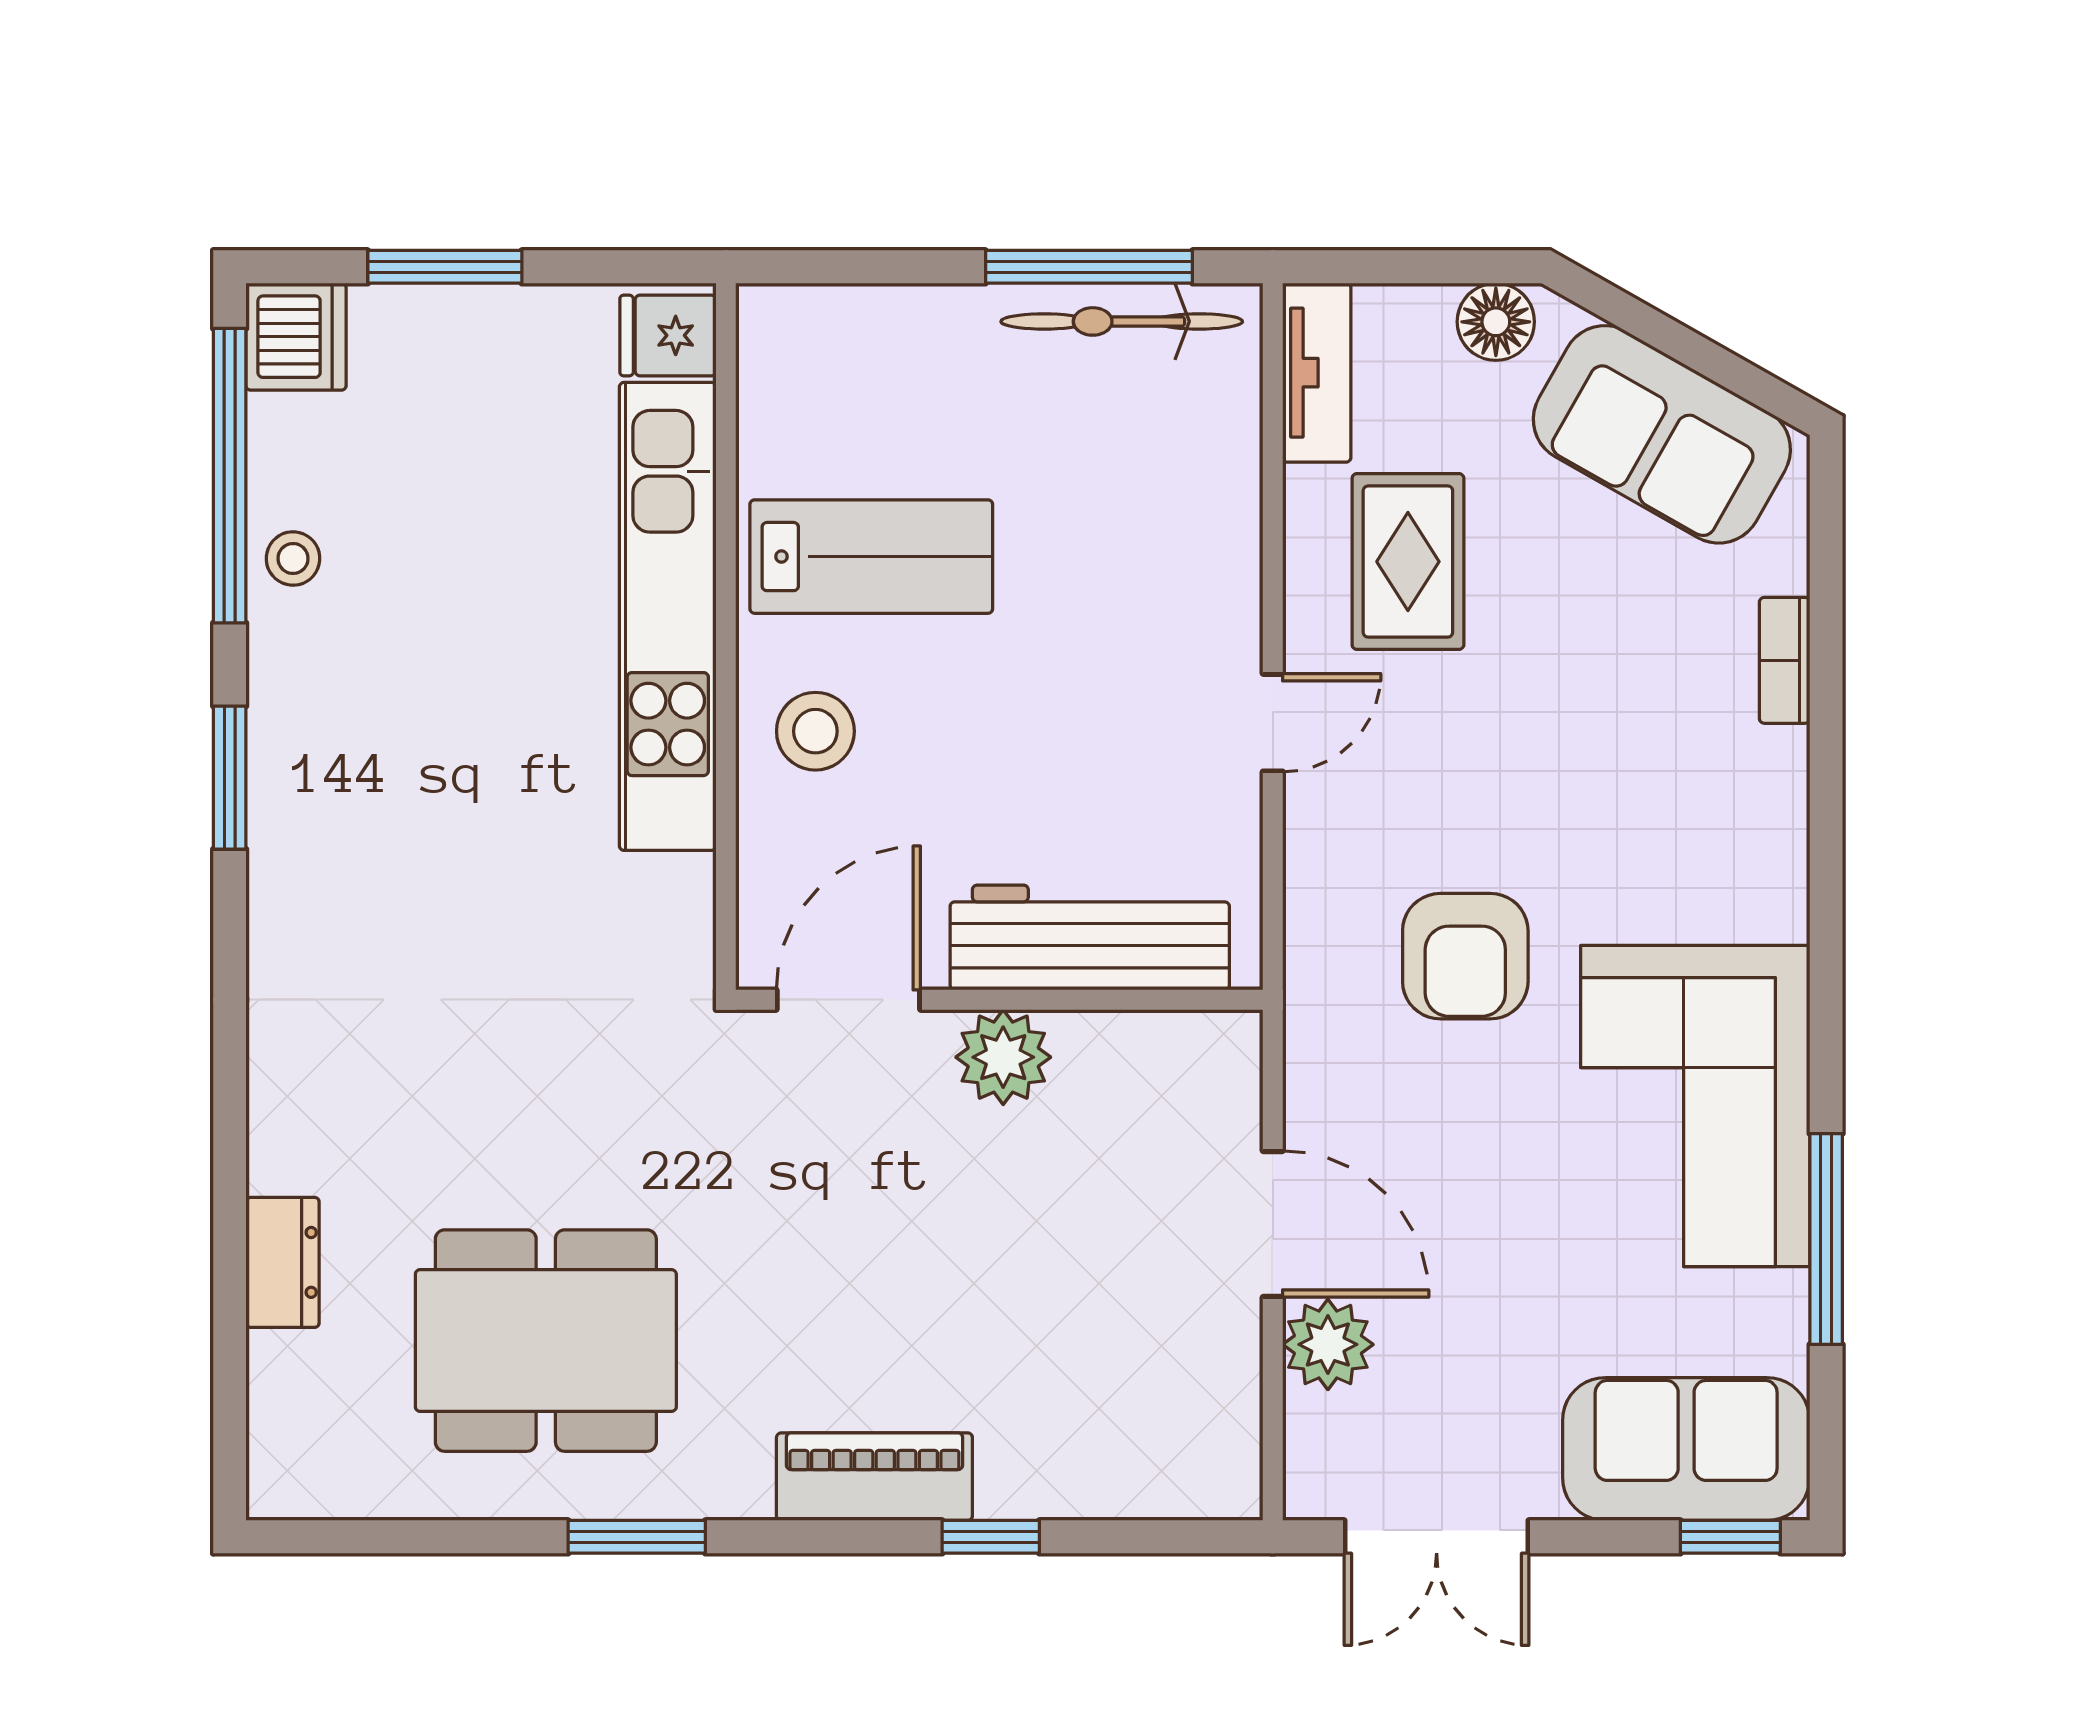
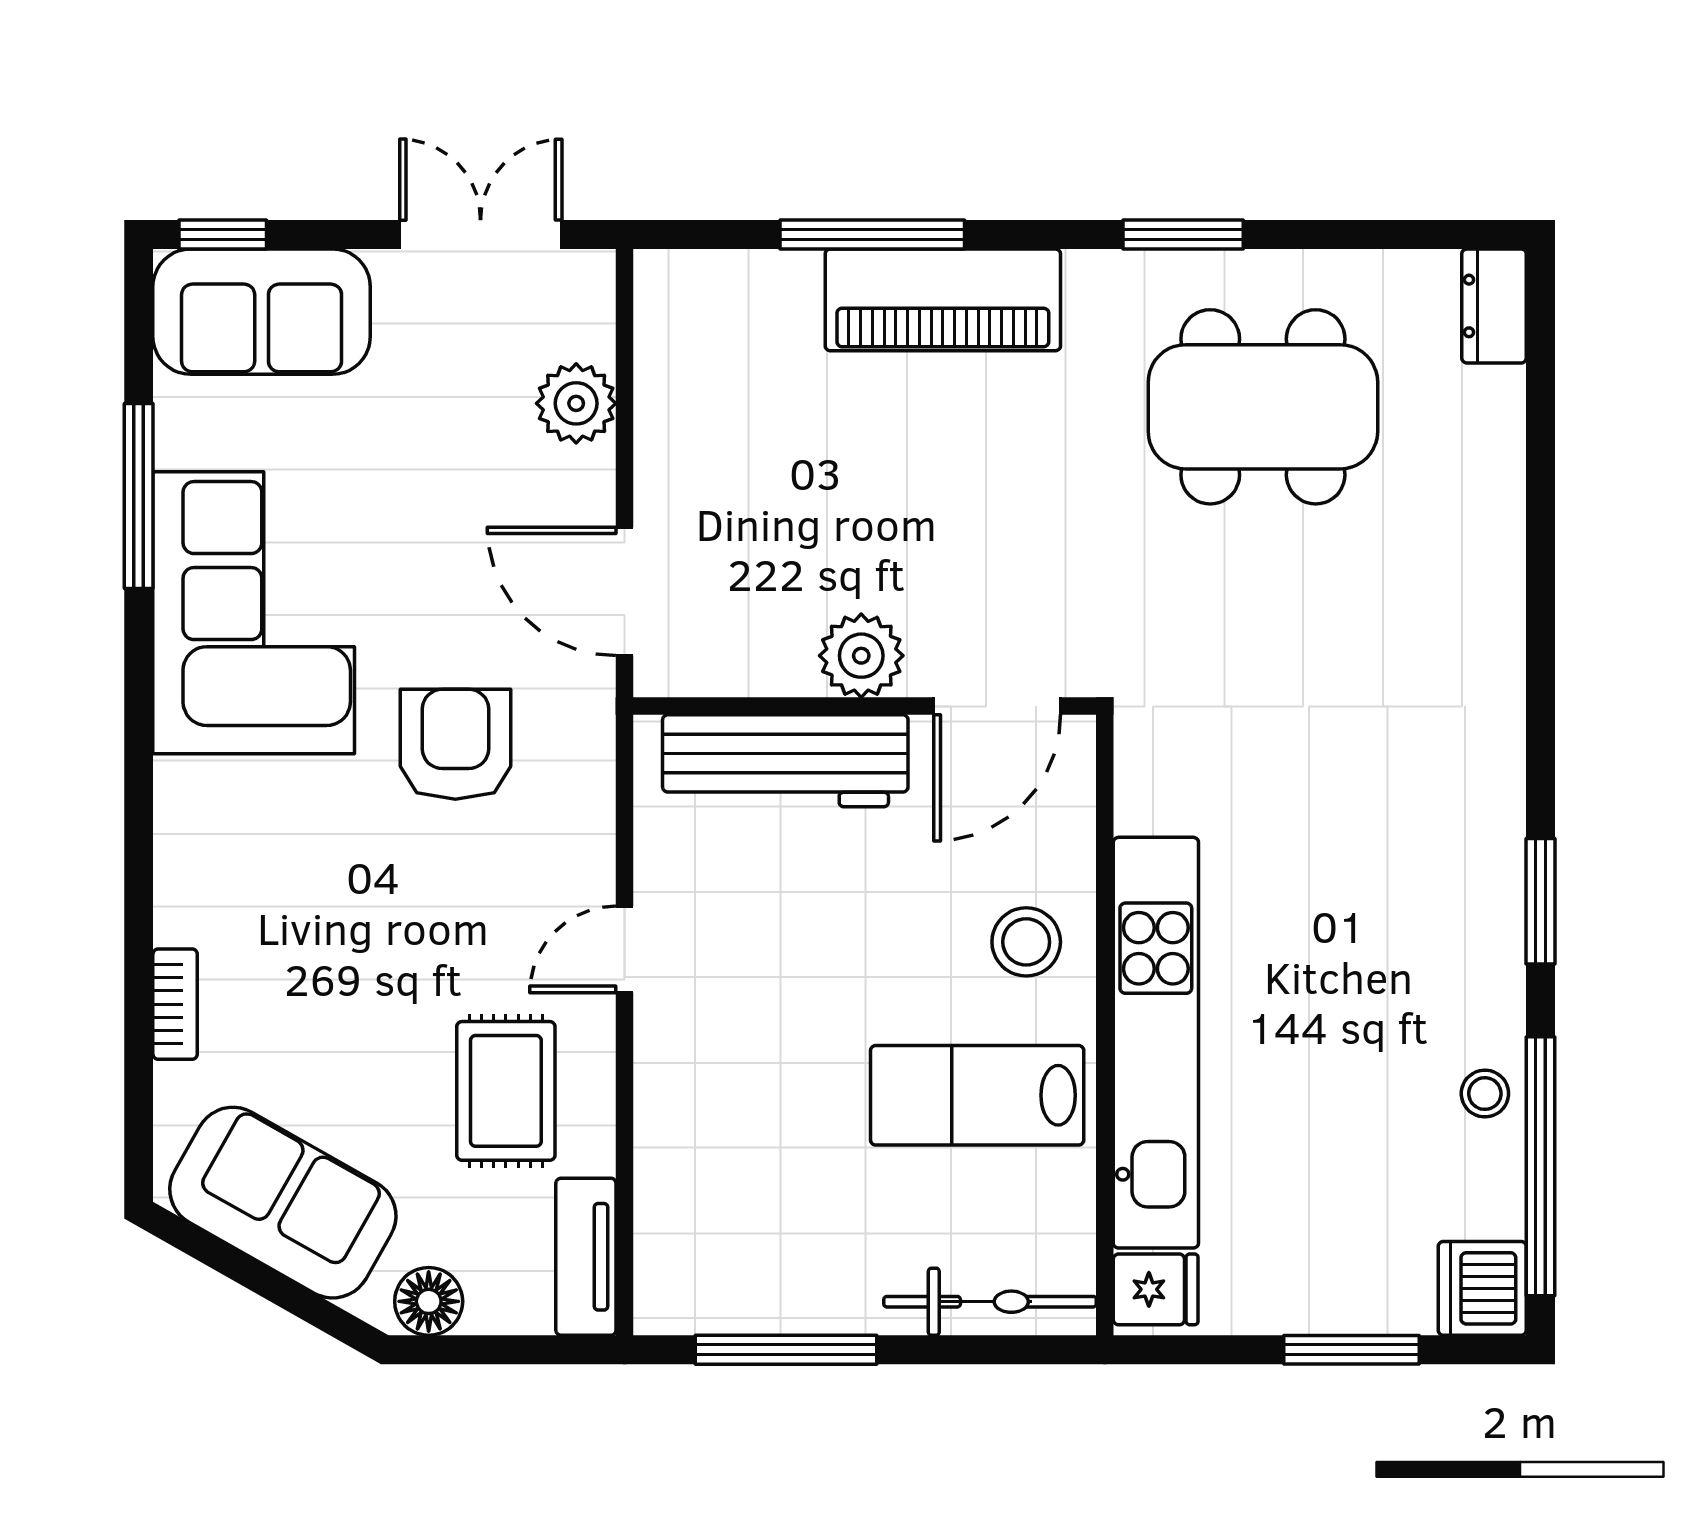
bicycle: (1122, 321) -> (990, 1302), moved
door: (1273, 1224) -> (625, 591), moved
dresser: (283, 1262) -> (1494, 306), moved
piano: (874, 1477) -> (943, 300), width x1.37, depth x1.33
window: (991, 1537) -> (872, 234), width x2.17

